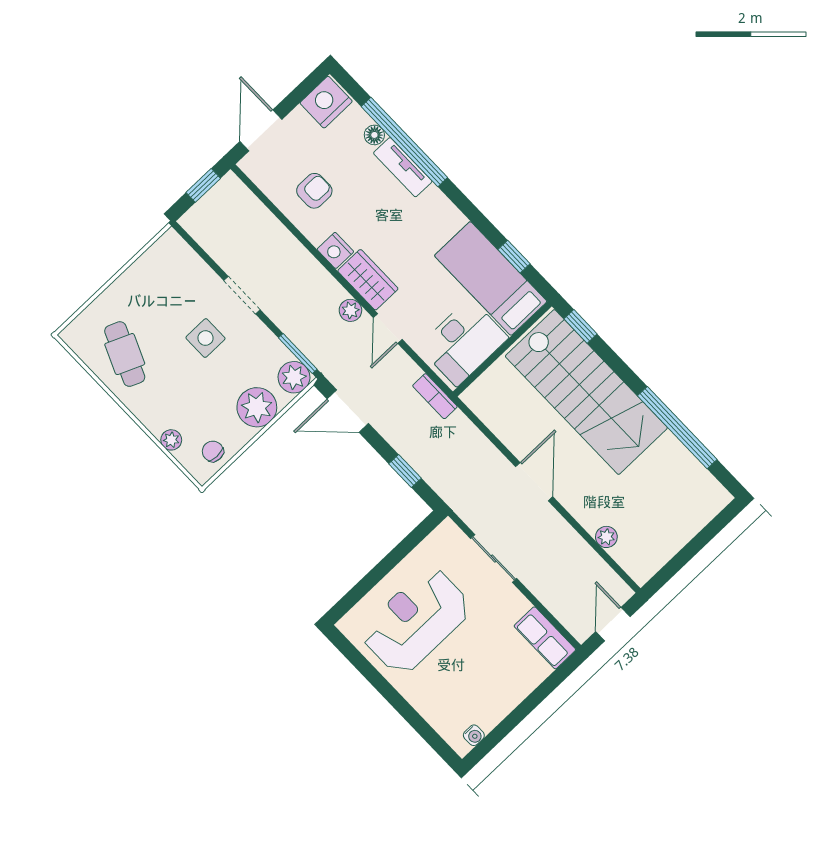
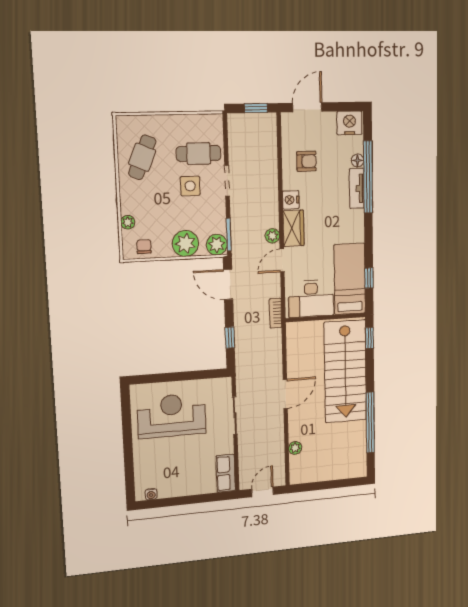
cafe table: (183, 294) -> (199, 154), added

